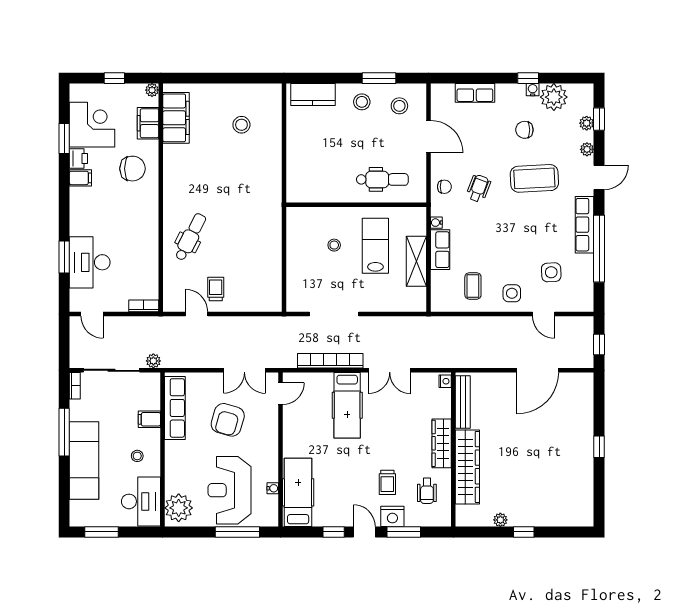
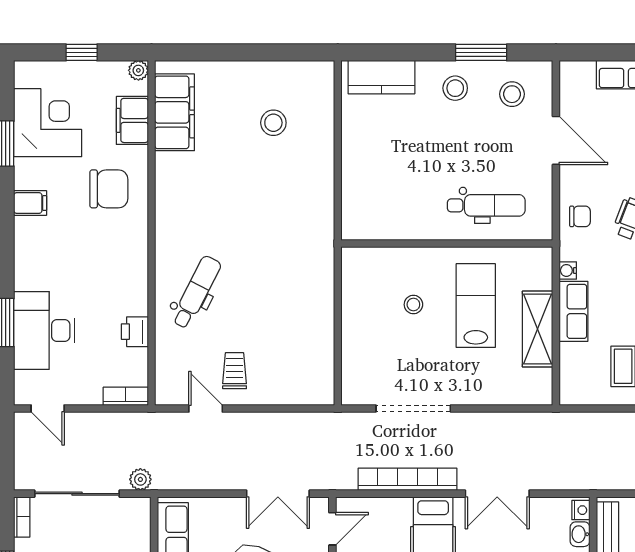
printer: (78, 158) -> (135, 332), moved, turned 180
washbasin: (444, 397) -> (580, 534), added

